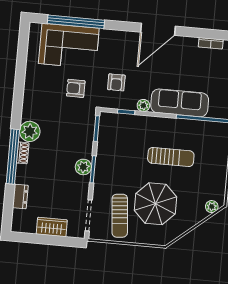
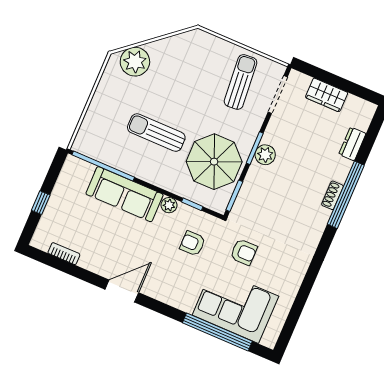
door: (158, 29) -> (122, 291), width x0.73
armchair: (116, 82) -> (193, 243), turned -90
plant: (30, 131) -> (316, 218), removed
parasol: (156, 204) -> (214, 162), moved
plant: (212, 207) -> (135, 62), width x1.87, depth x1.87

